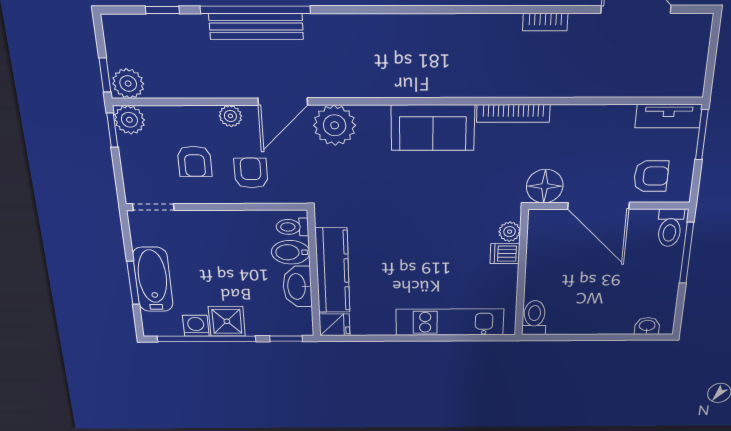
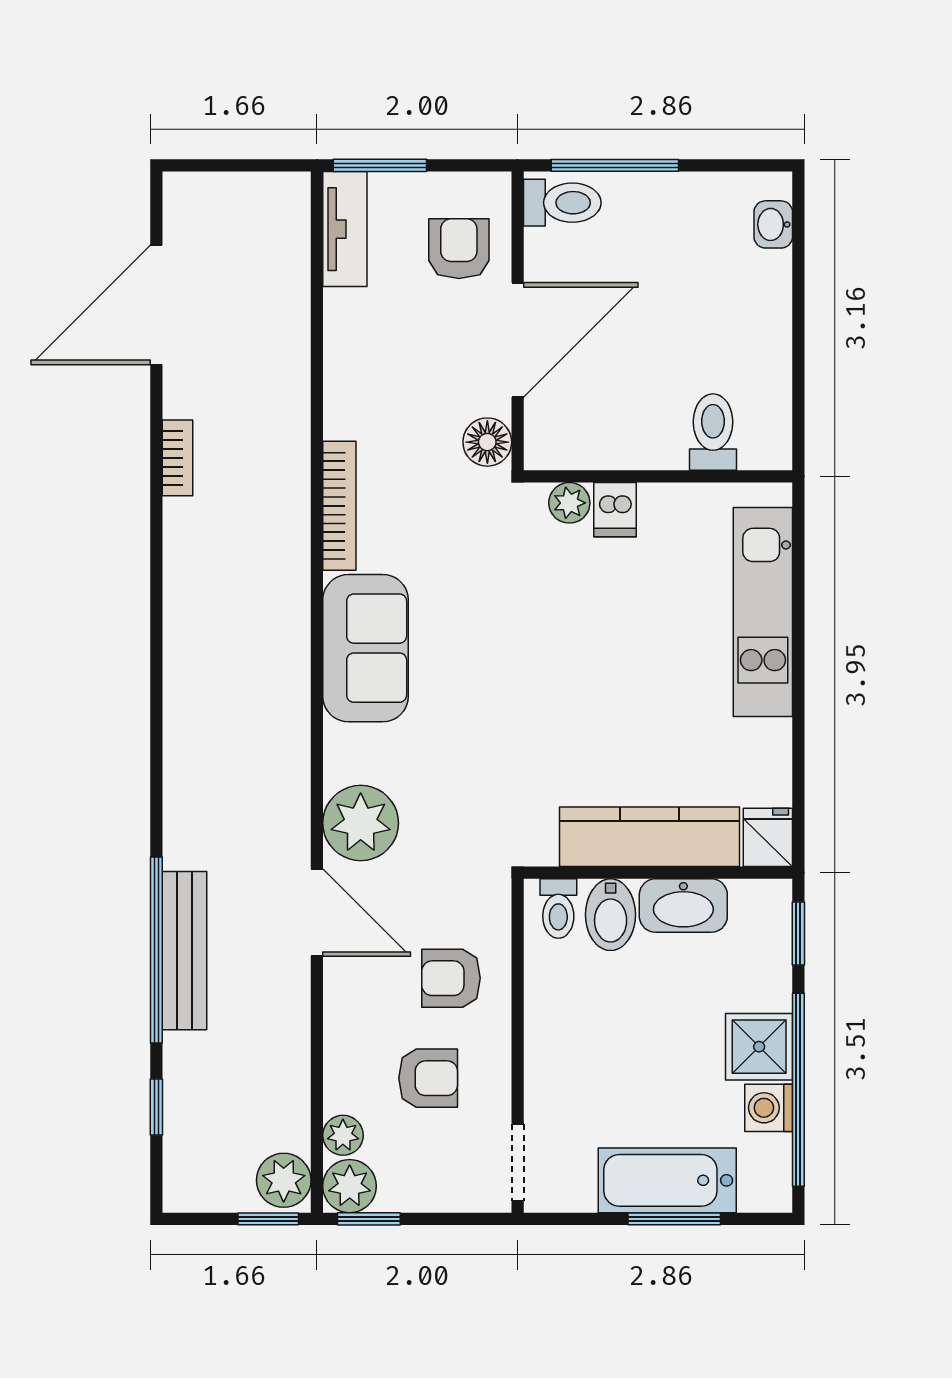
plant: (230, 116) -> (343, 1135), moved
floor lamp: (545, 186) -> (487, 442), width x0.73, depth x0.73
toilet: (534, 318) -> (713, 432), moved, turned 90

